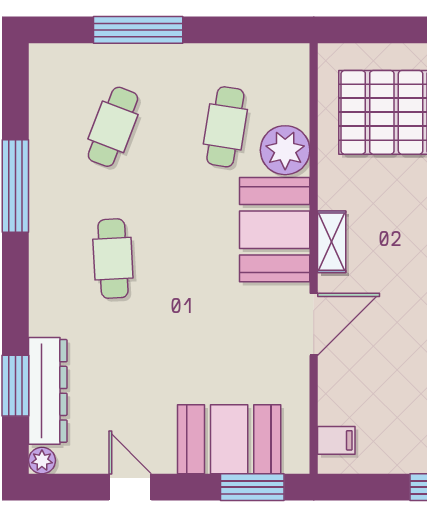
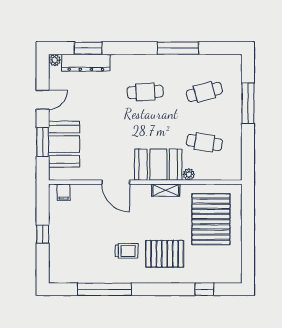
cafe table: (113, 127) -> (204, 92), turned -36
plant: (285, 150) -> (189, 174), width x0.53, depth x0.53
shelving: (332, 242) -> (166, 190), moved
window: (252, 487) -> (43, 142), moved

